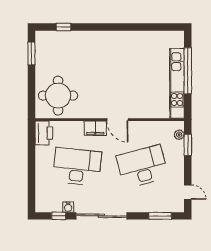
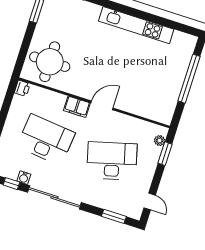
kitchen unit: (177, 83) -> (136, 25), moved, turned -90
door: (117, 120) -> (102, 105), swing flipped
printer: (44, 133) -> (22, 88), width x0.53, depth x0.68

